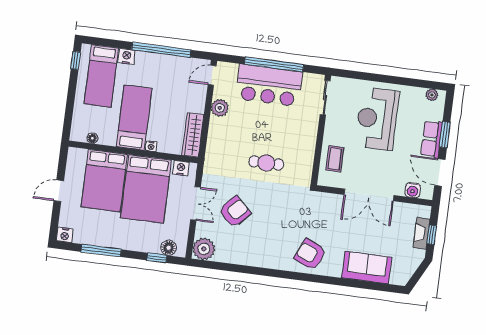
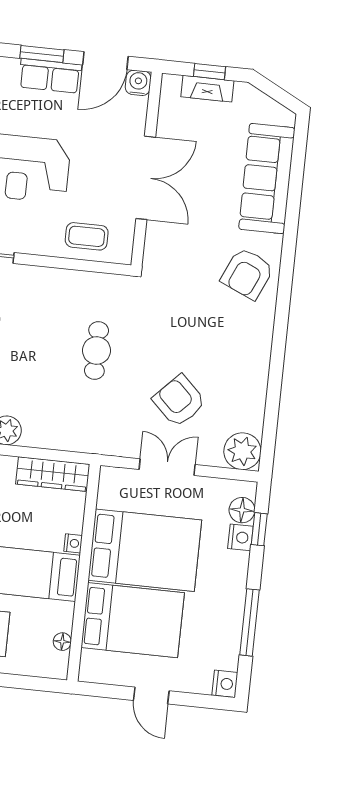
nightstand: (181, 168) -> (240, 537), moved, turned 180
water cooler: (413, 190) -> (138, 83), moved, turned -90
sofa: (367, 268) -> (267, 178), width x1.36

